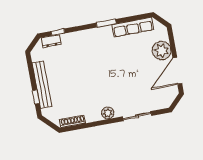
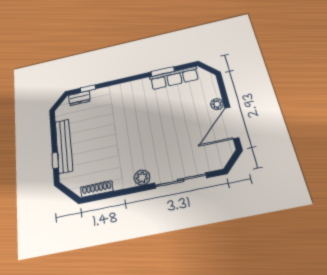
window: (106, 23) -> (163, 71), moved
plant: (162, 50) -> (217, 104), width x0.53, depth x0.53
sliding door: (137, 116) -> (180, 180), width x1.37

